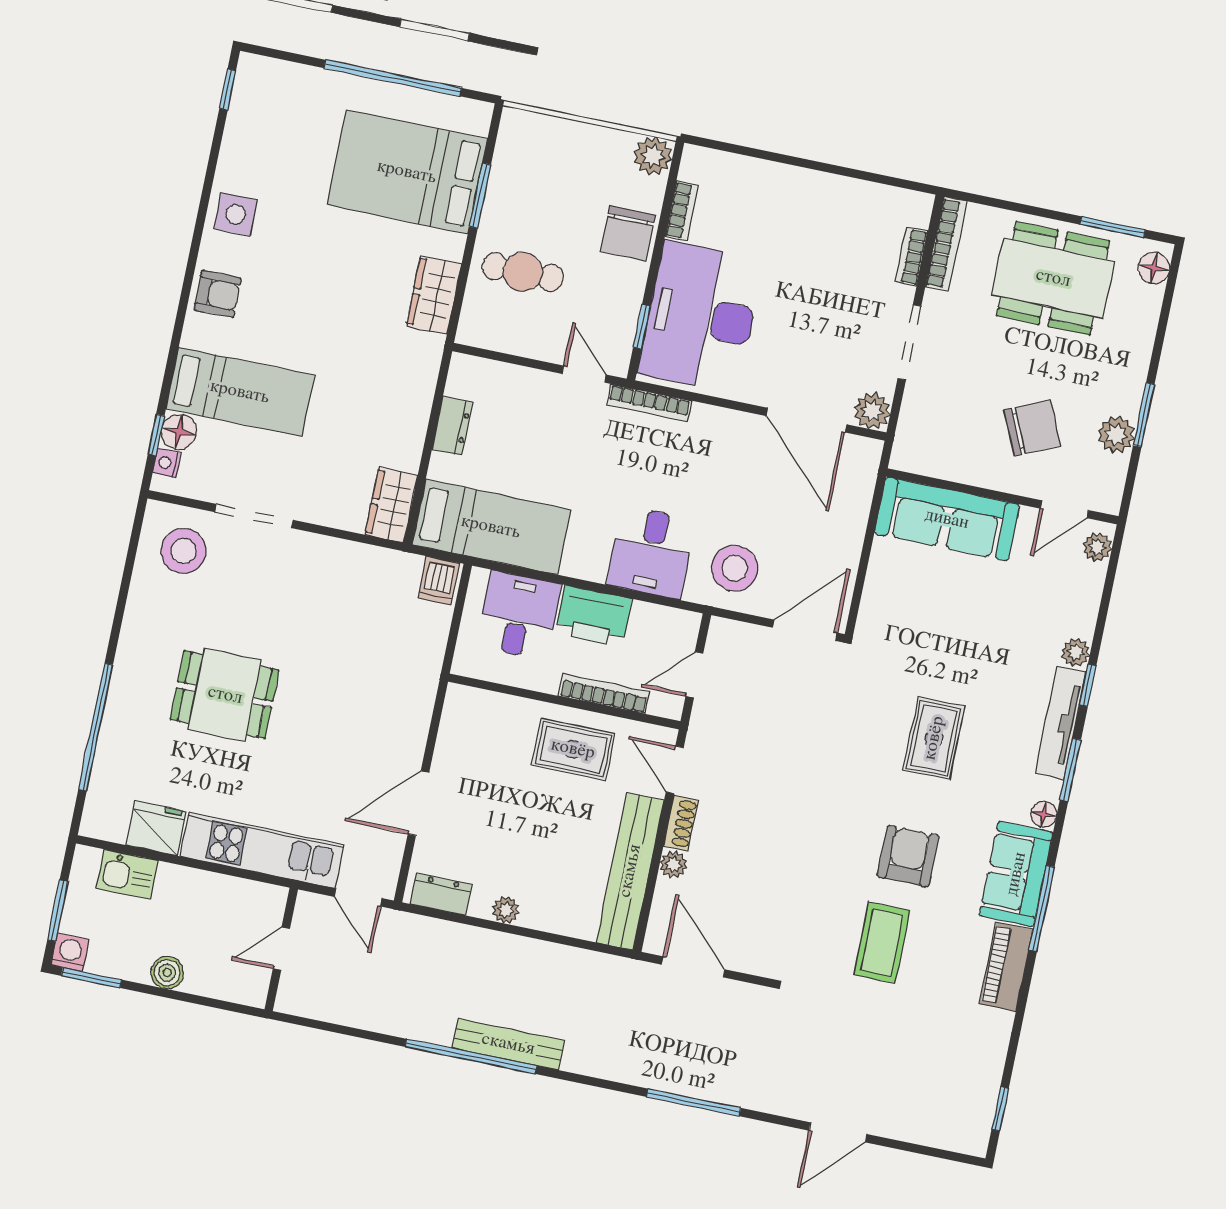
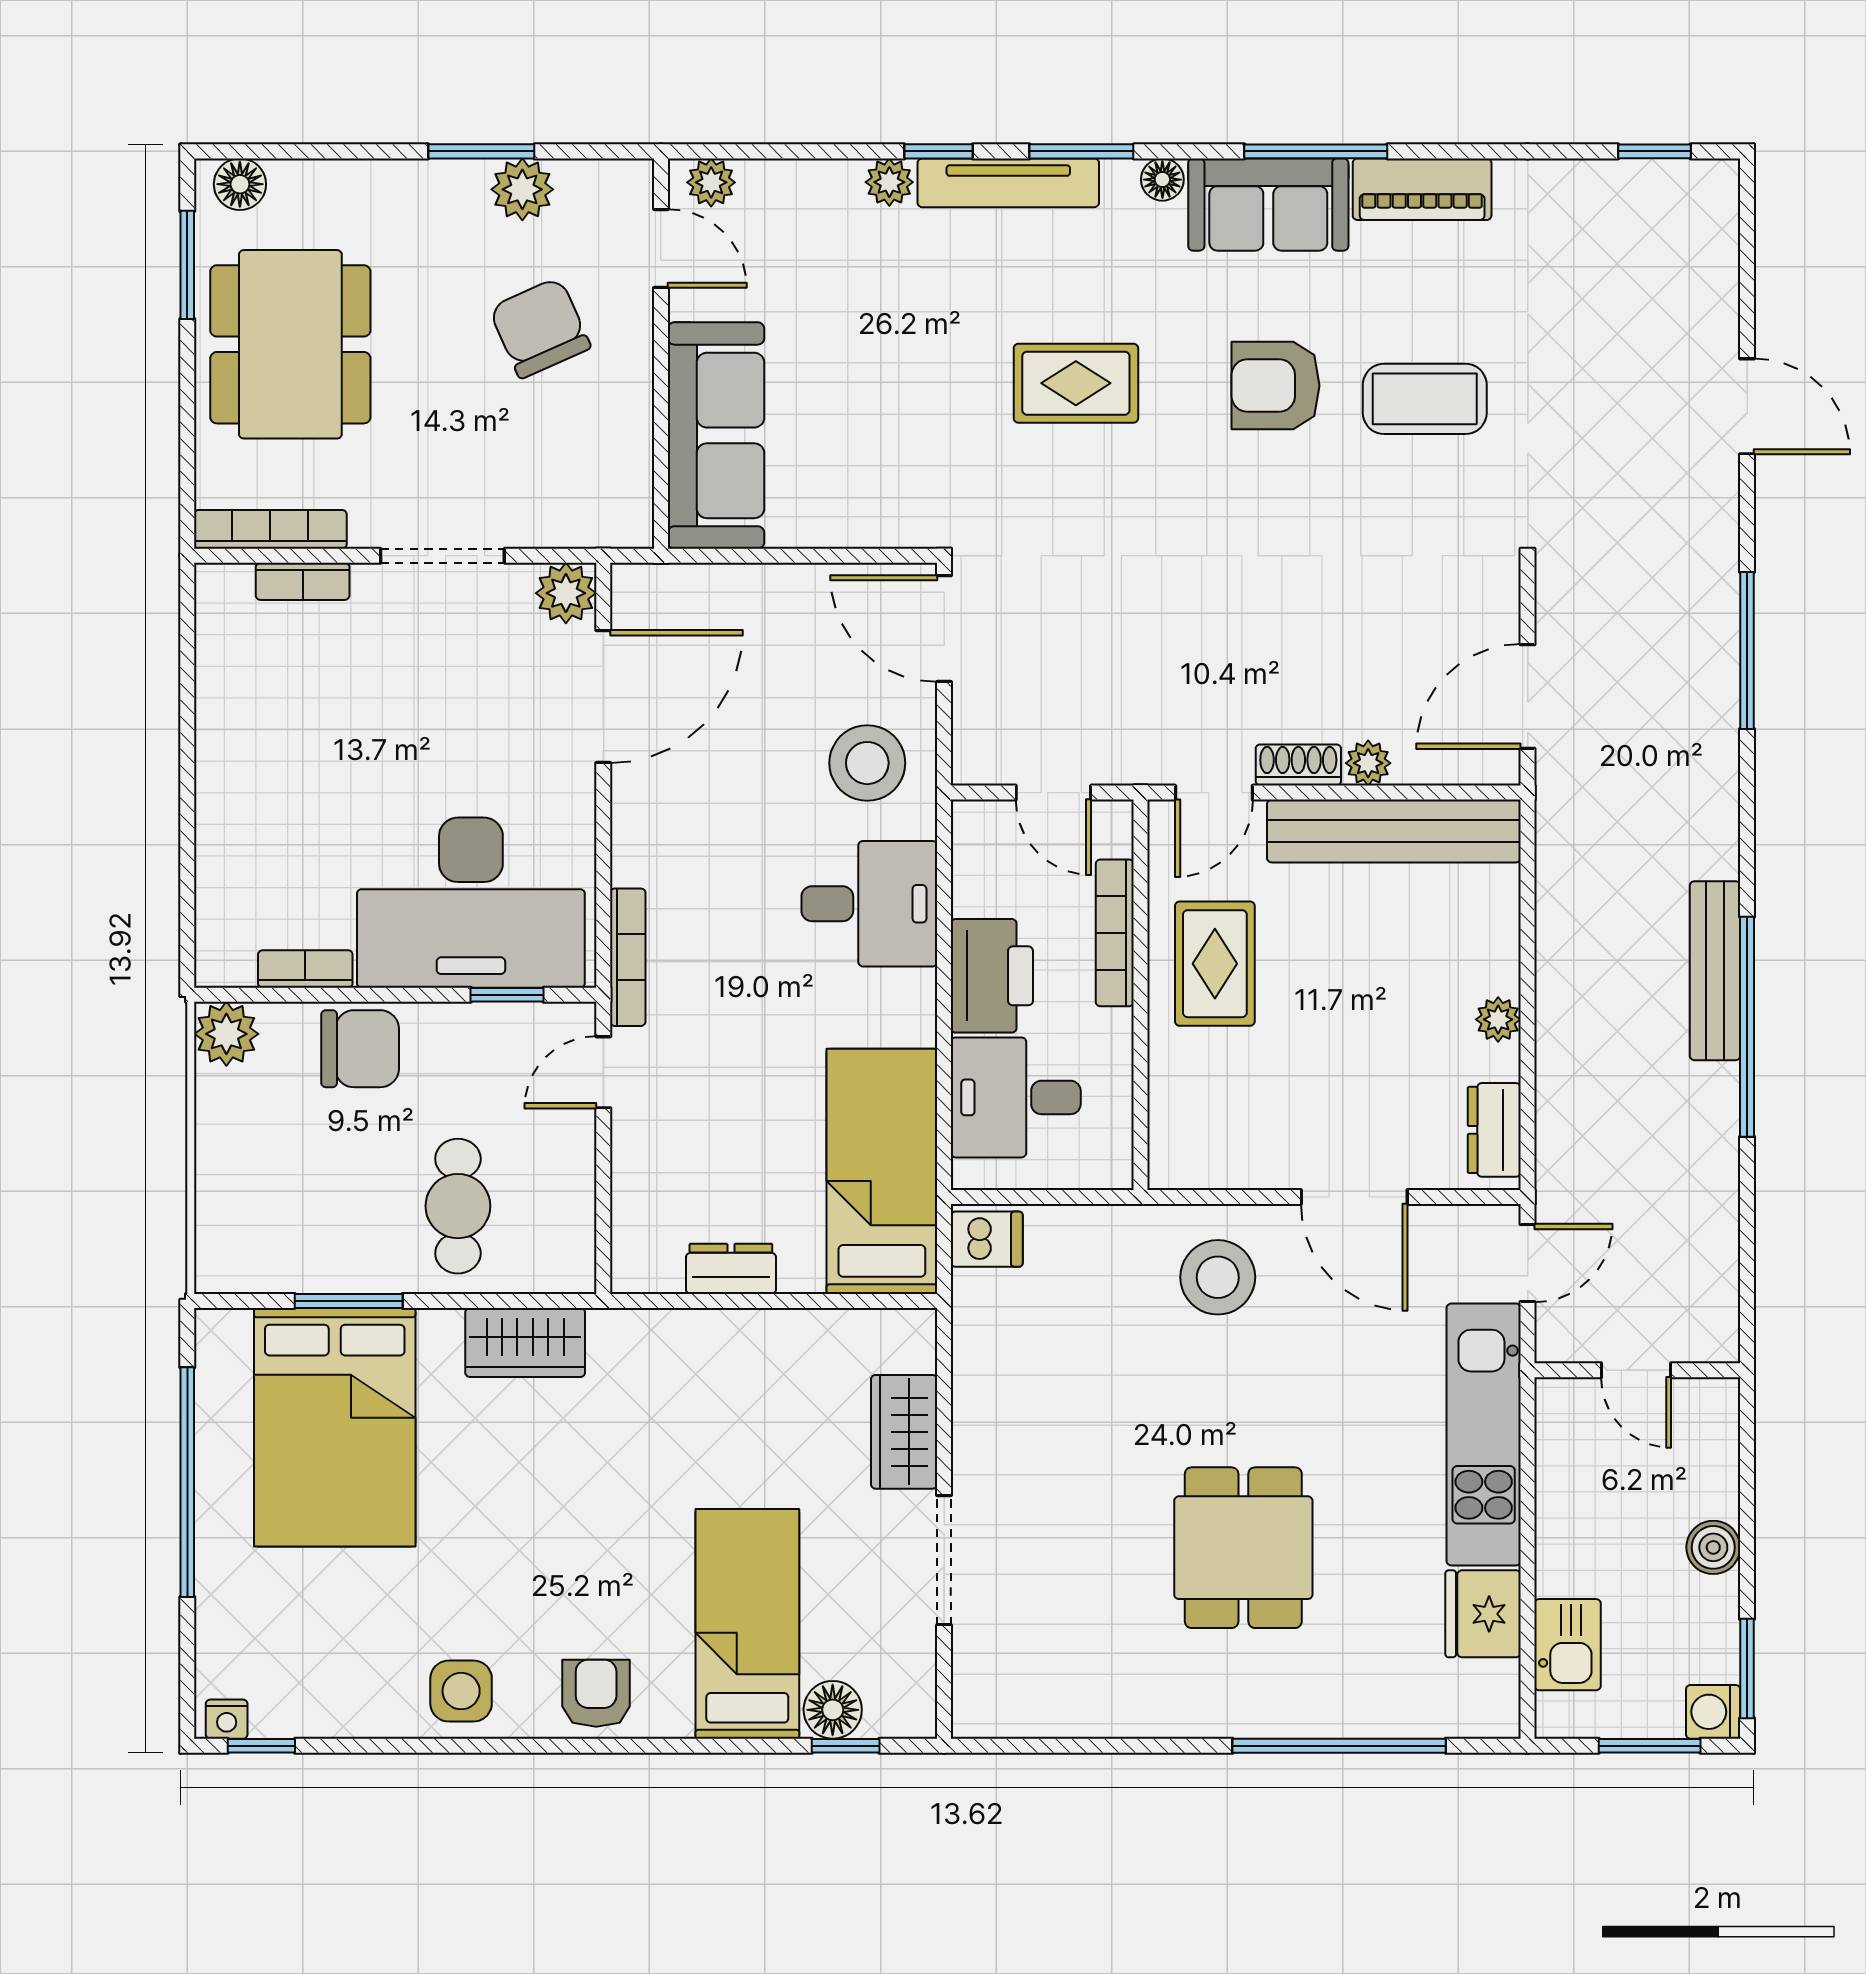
nightstand: (167, 463) -> (227, 1719), moved
wardrobe: (391, 505) -> (904, 1432), moved, turned 90
stool: (183, 551) -> (1218, 1277), moved

